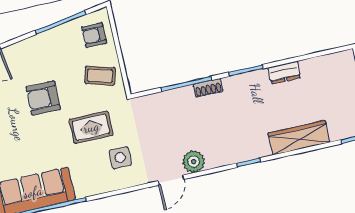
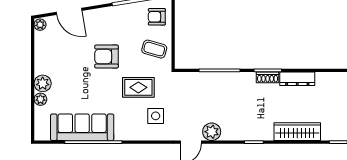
dresser: (284, 73) -> (297, 79), width x1.44
shoe rack: (208, 88) -> (268, 77), moved

